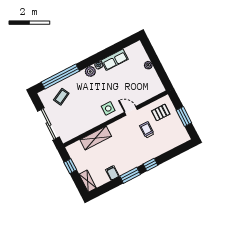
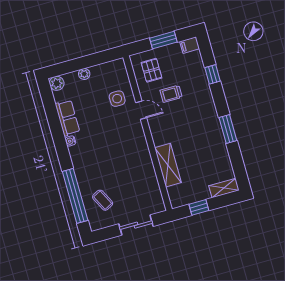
plant: (90, 71) -> (57, 83), moved
side table: (108, 108) -> (117, 99), moved
door: (131, 111) -> (141, 110), swing flipped
sliding door: (48, 124) -> (136, 225), width x0.73
window: (151, 165) -> (212, 74), moved
filing cabinet: (112, 173) -> (190, 45), moved

